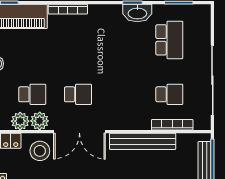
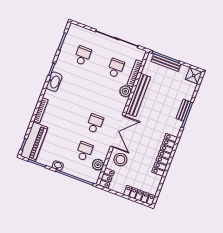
washbasin: (137, 13) -> (54, 82), moved
school desk: (169, 40) -> (83, 56), width x0.54
plant: (40, 121) -> (125, 91), moved

